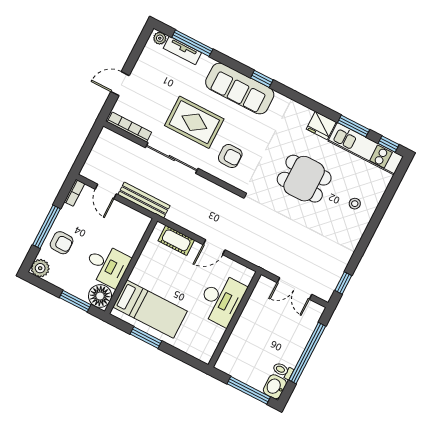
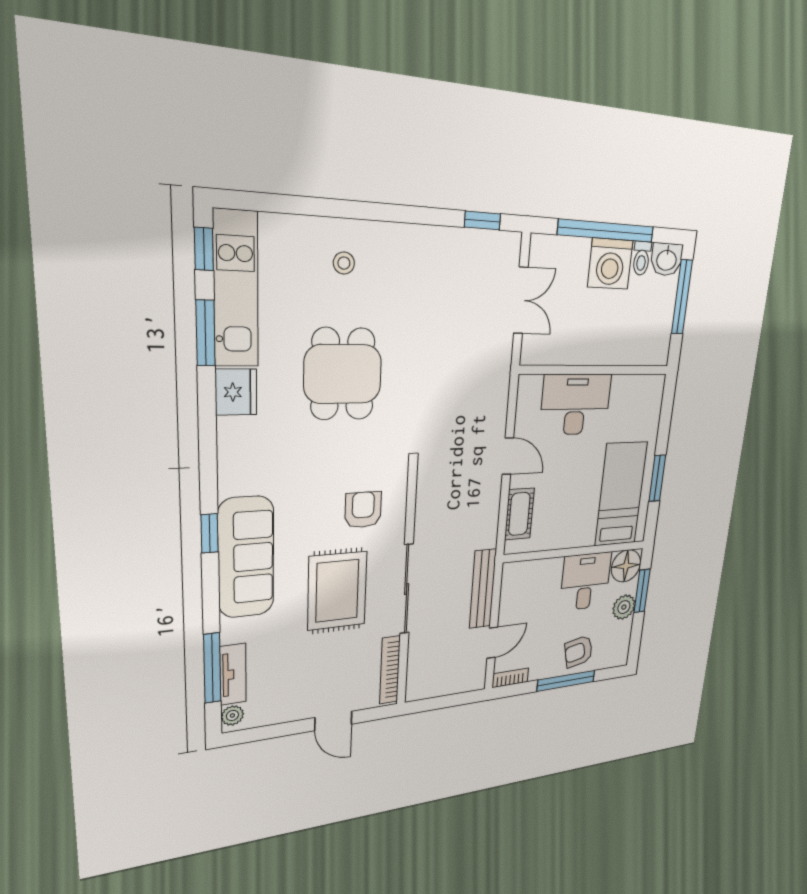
armchair: (62, 243) -> (579, 651), turned -102
plant: (40, 268) -> (624, 607), moved
washing machine: (289, 349) -> (610, 264), added

